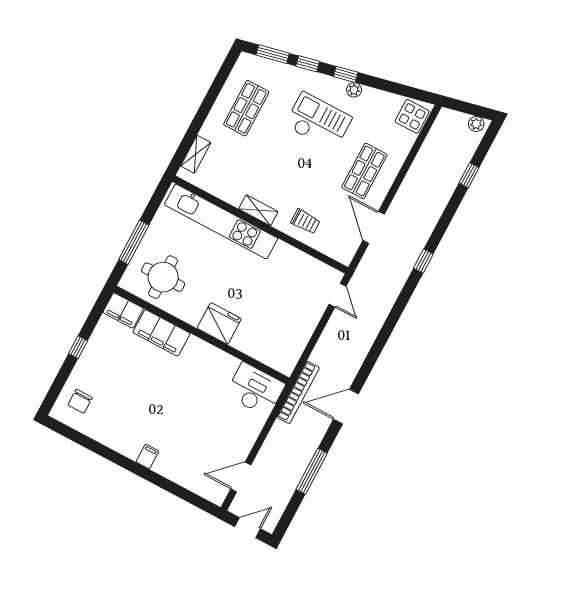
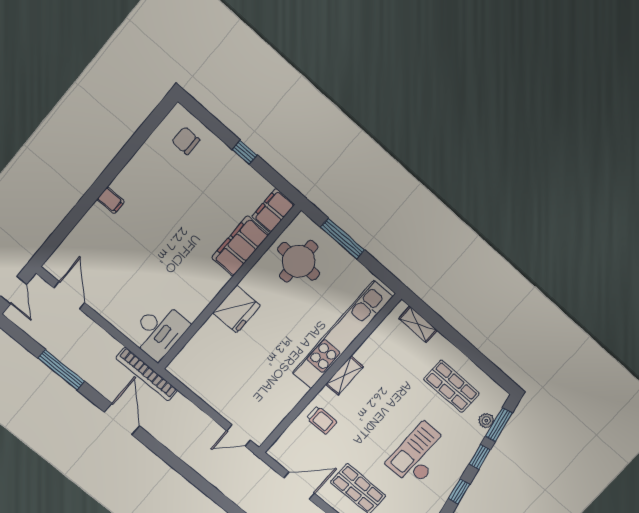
plant: (354, 90) -> (486, 421), moved
checkout: (318, 122) -> (419, 455), turned 180
trolley: (305, 221) -> (322, 420), turned -90

